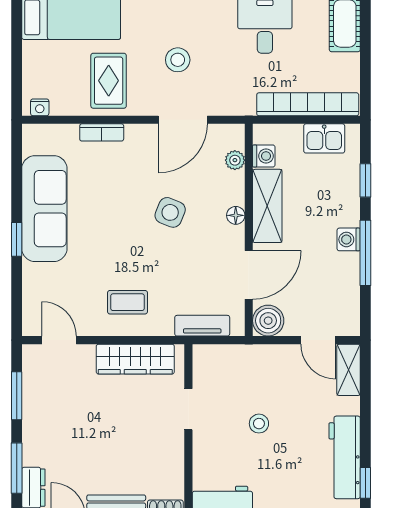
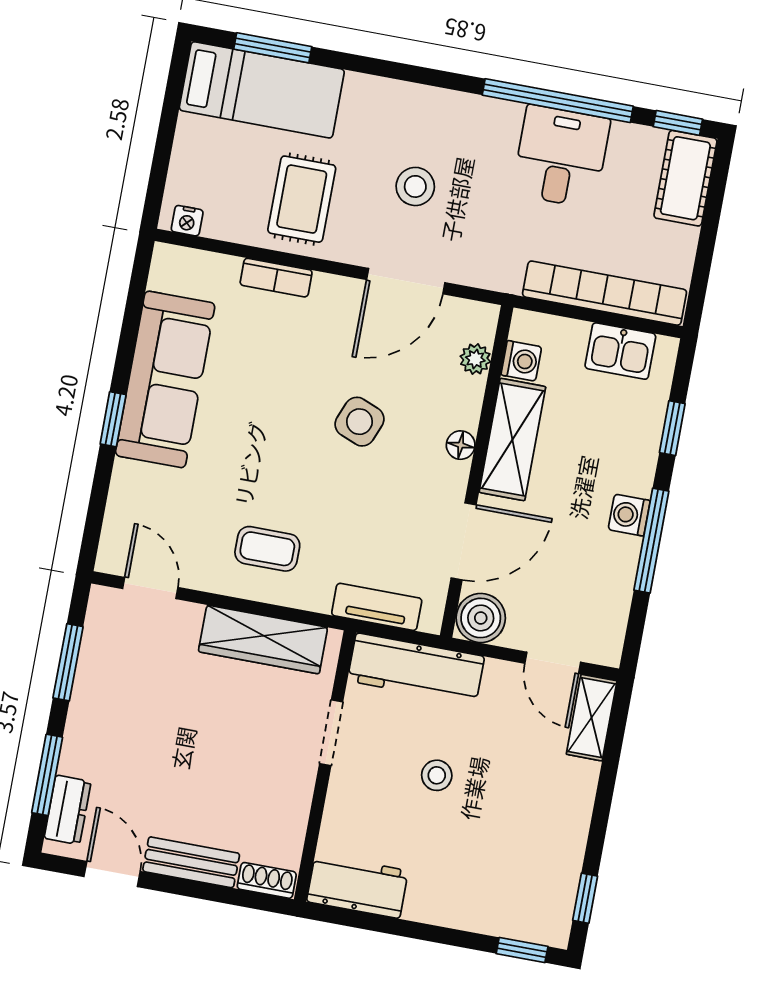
workbench: (345, 457) -> (416, 669), moved, turned -90

